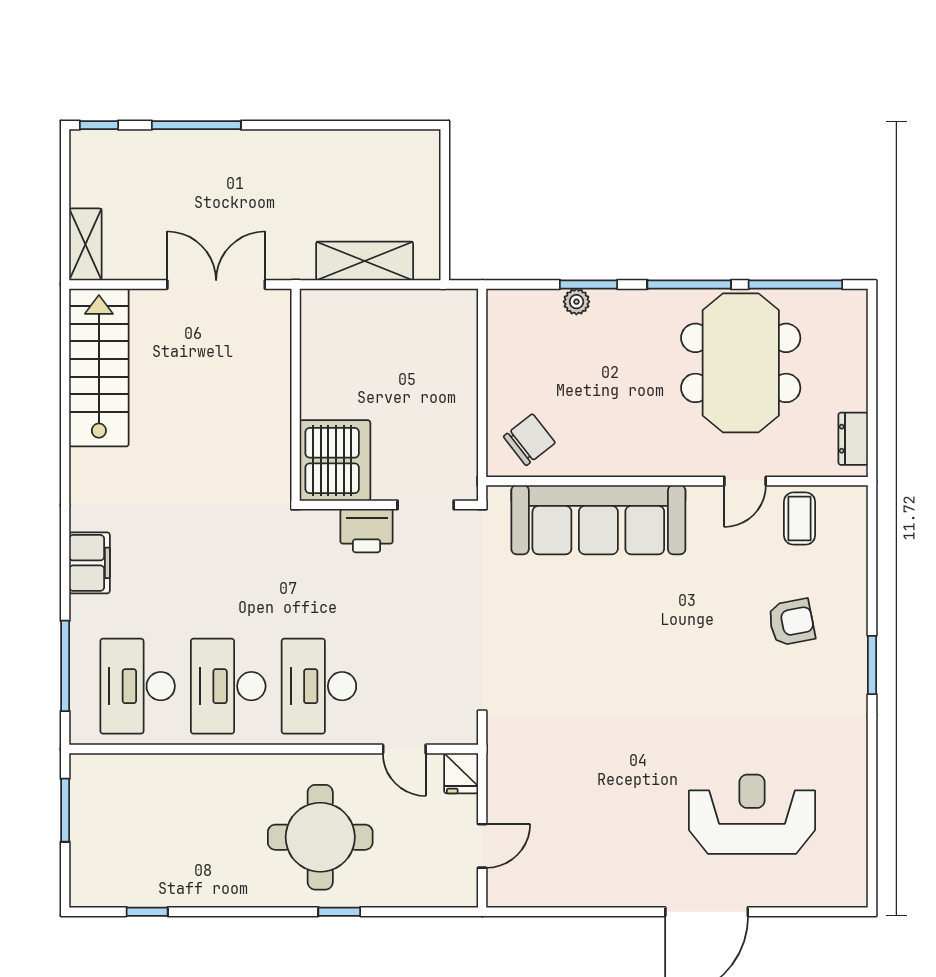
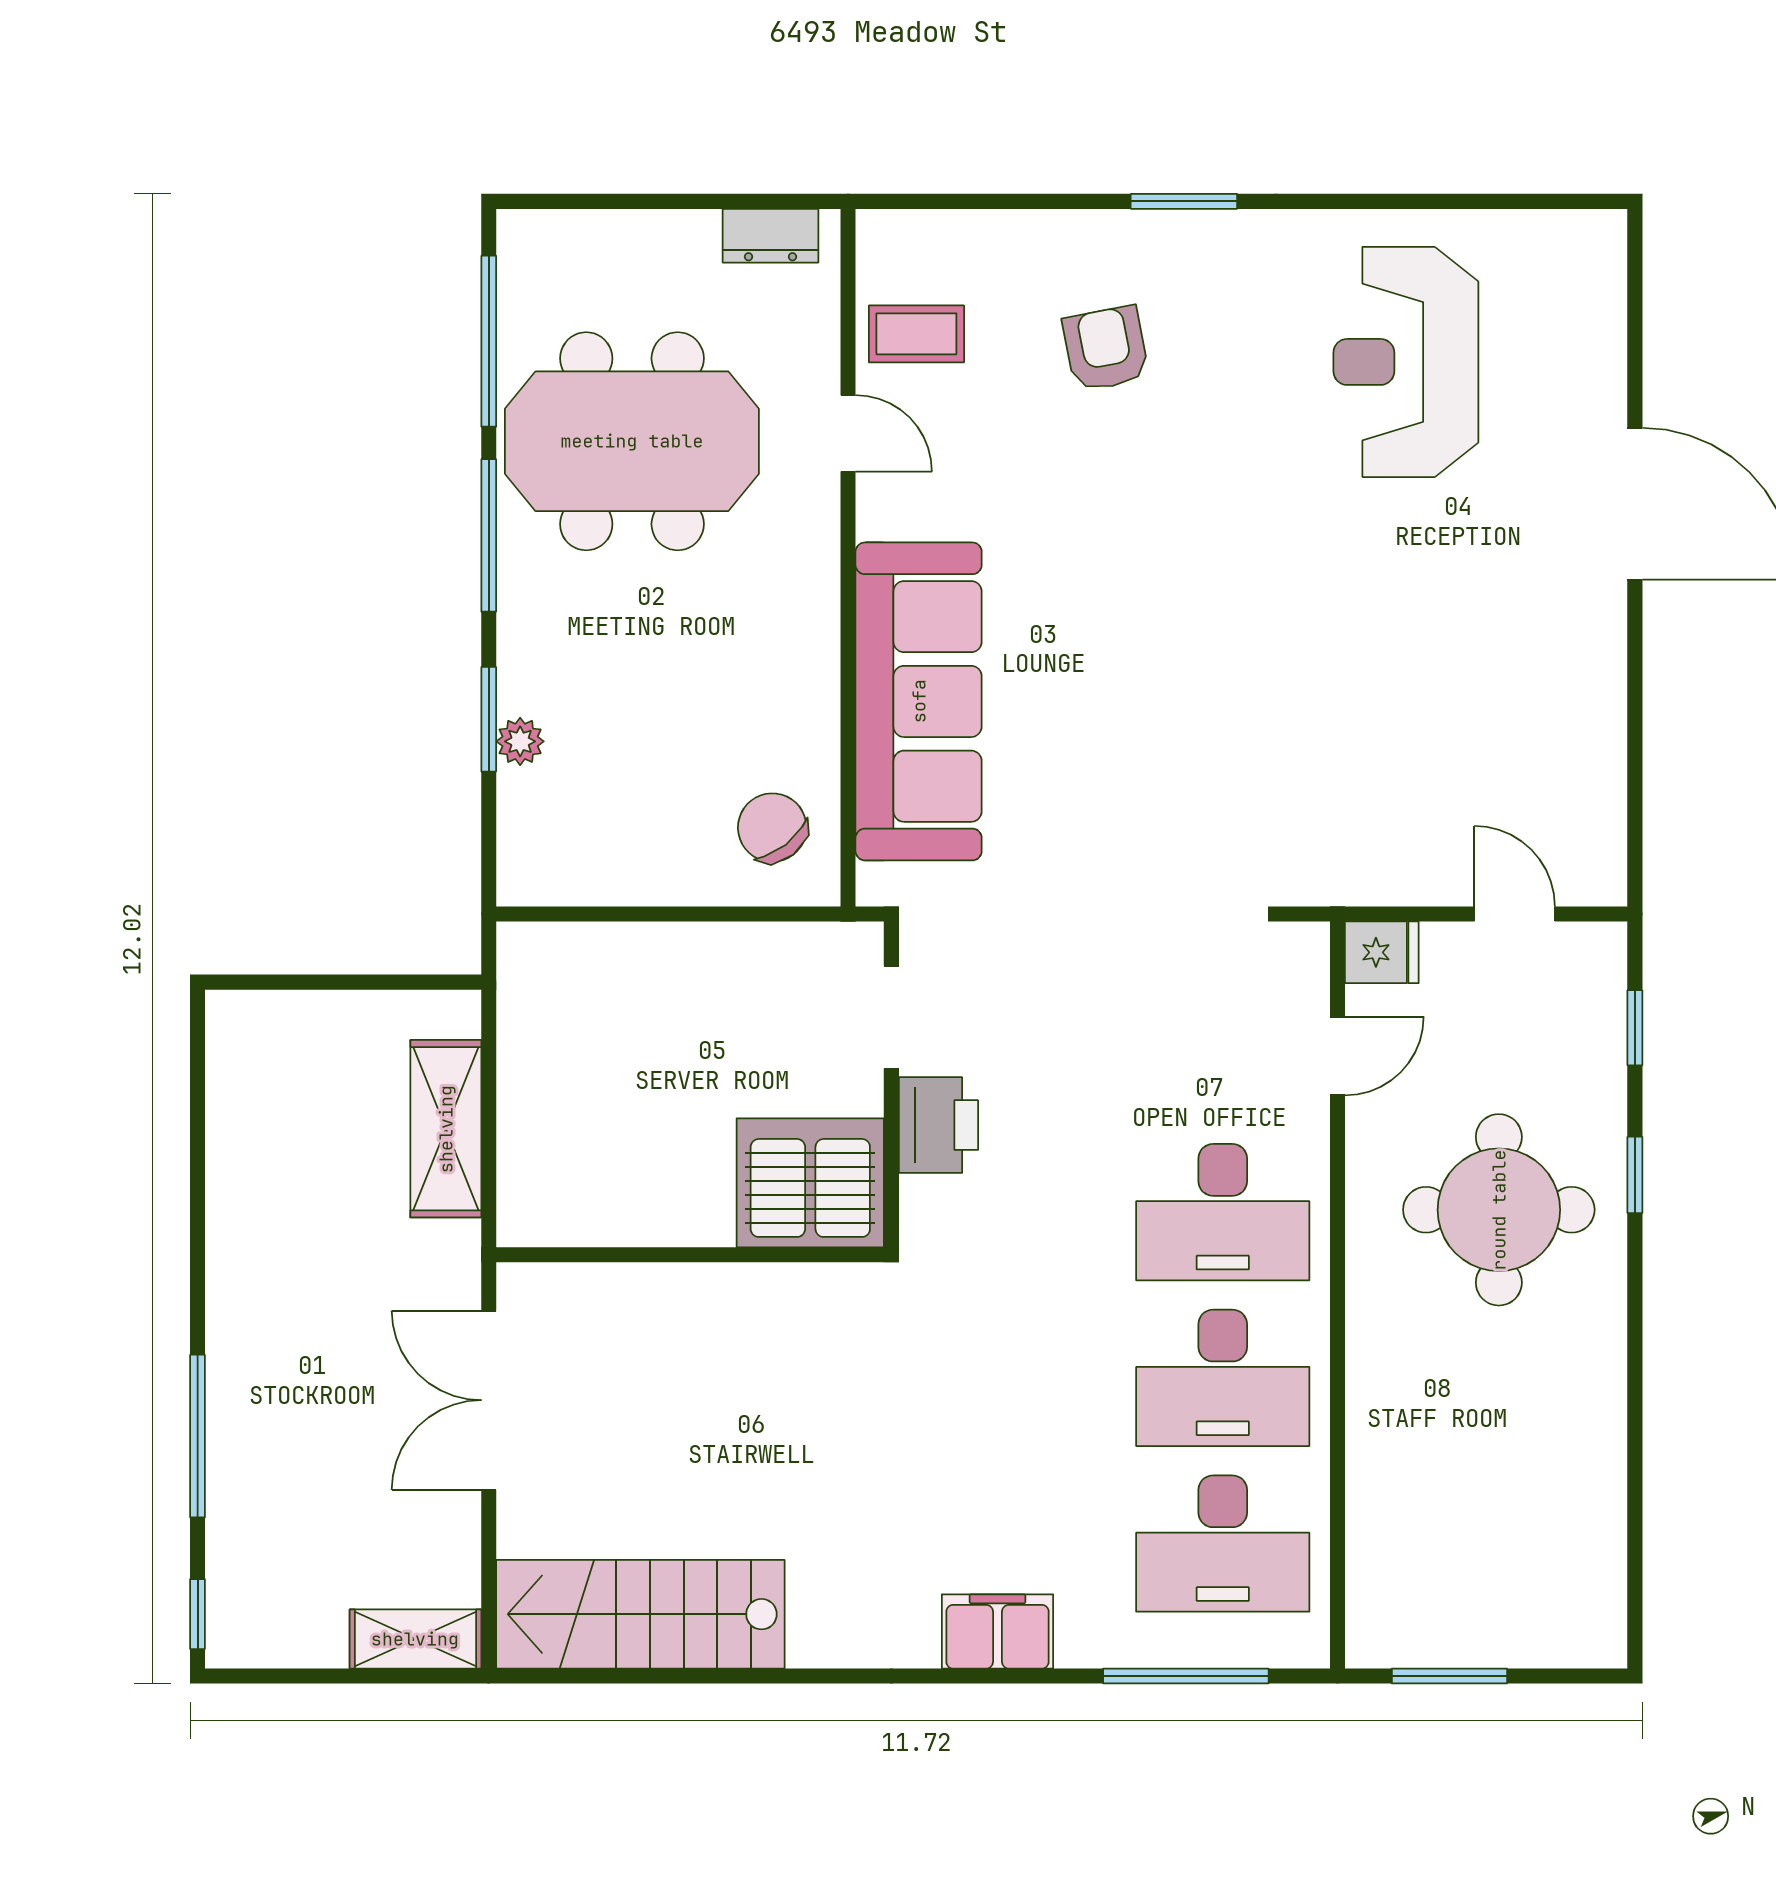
reception desk: (752, 814) -> (1406, 362), moved
window: (147, 912) -> (1635, 1028), moved

